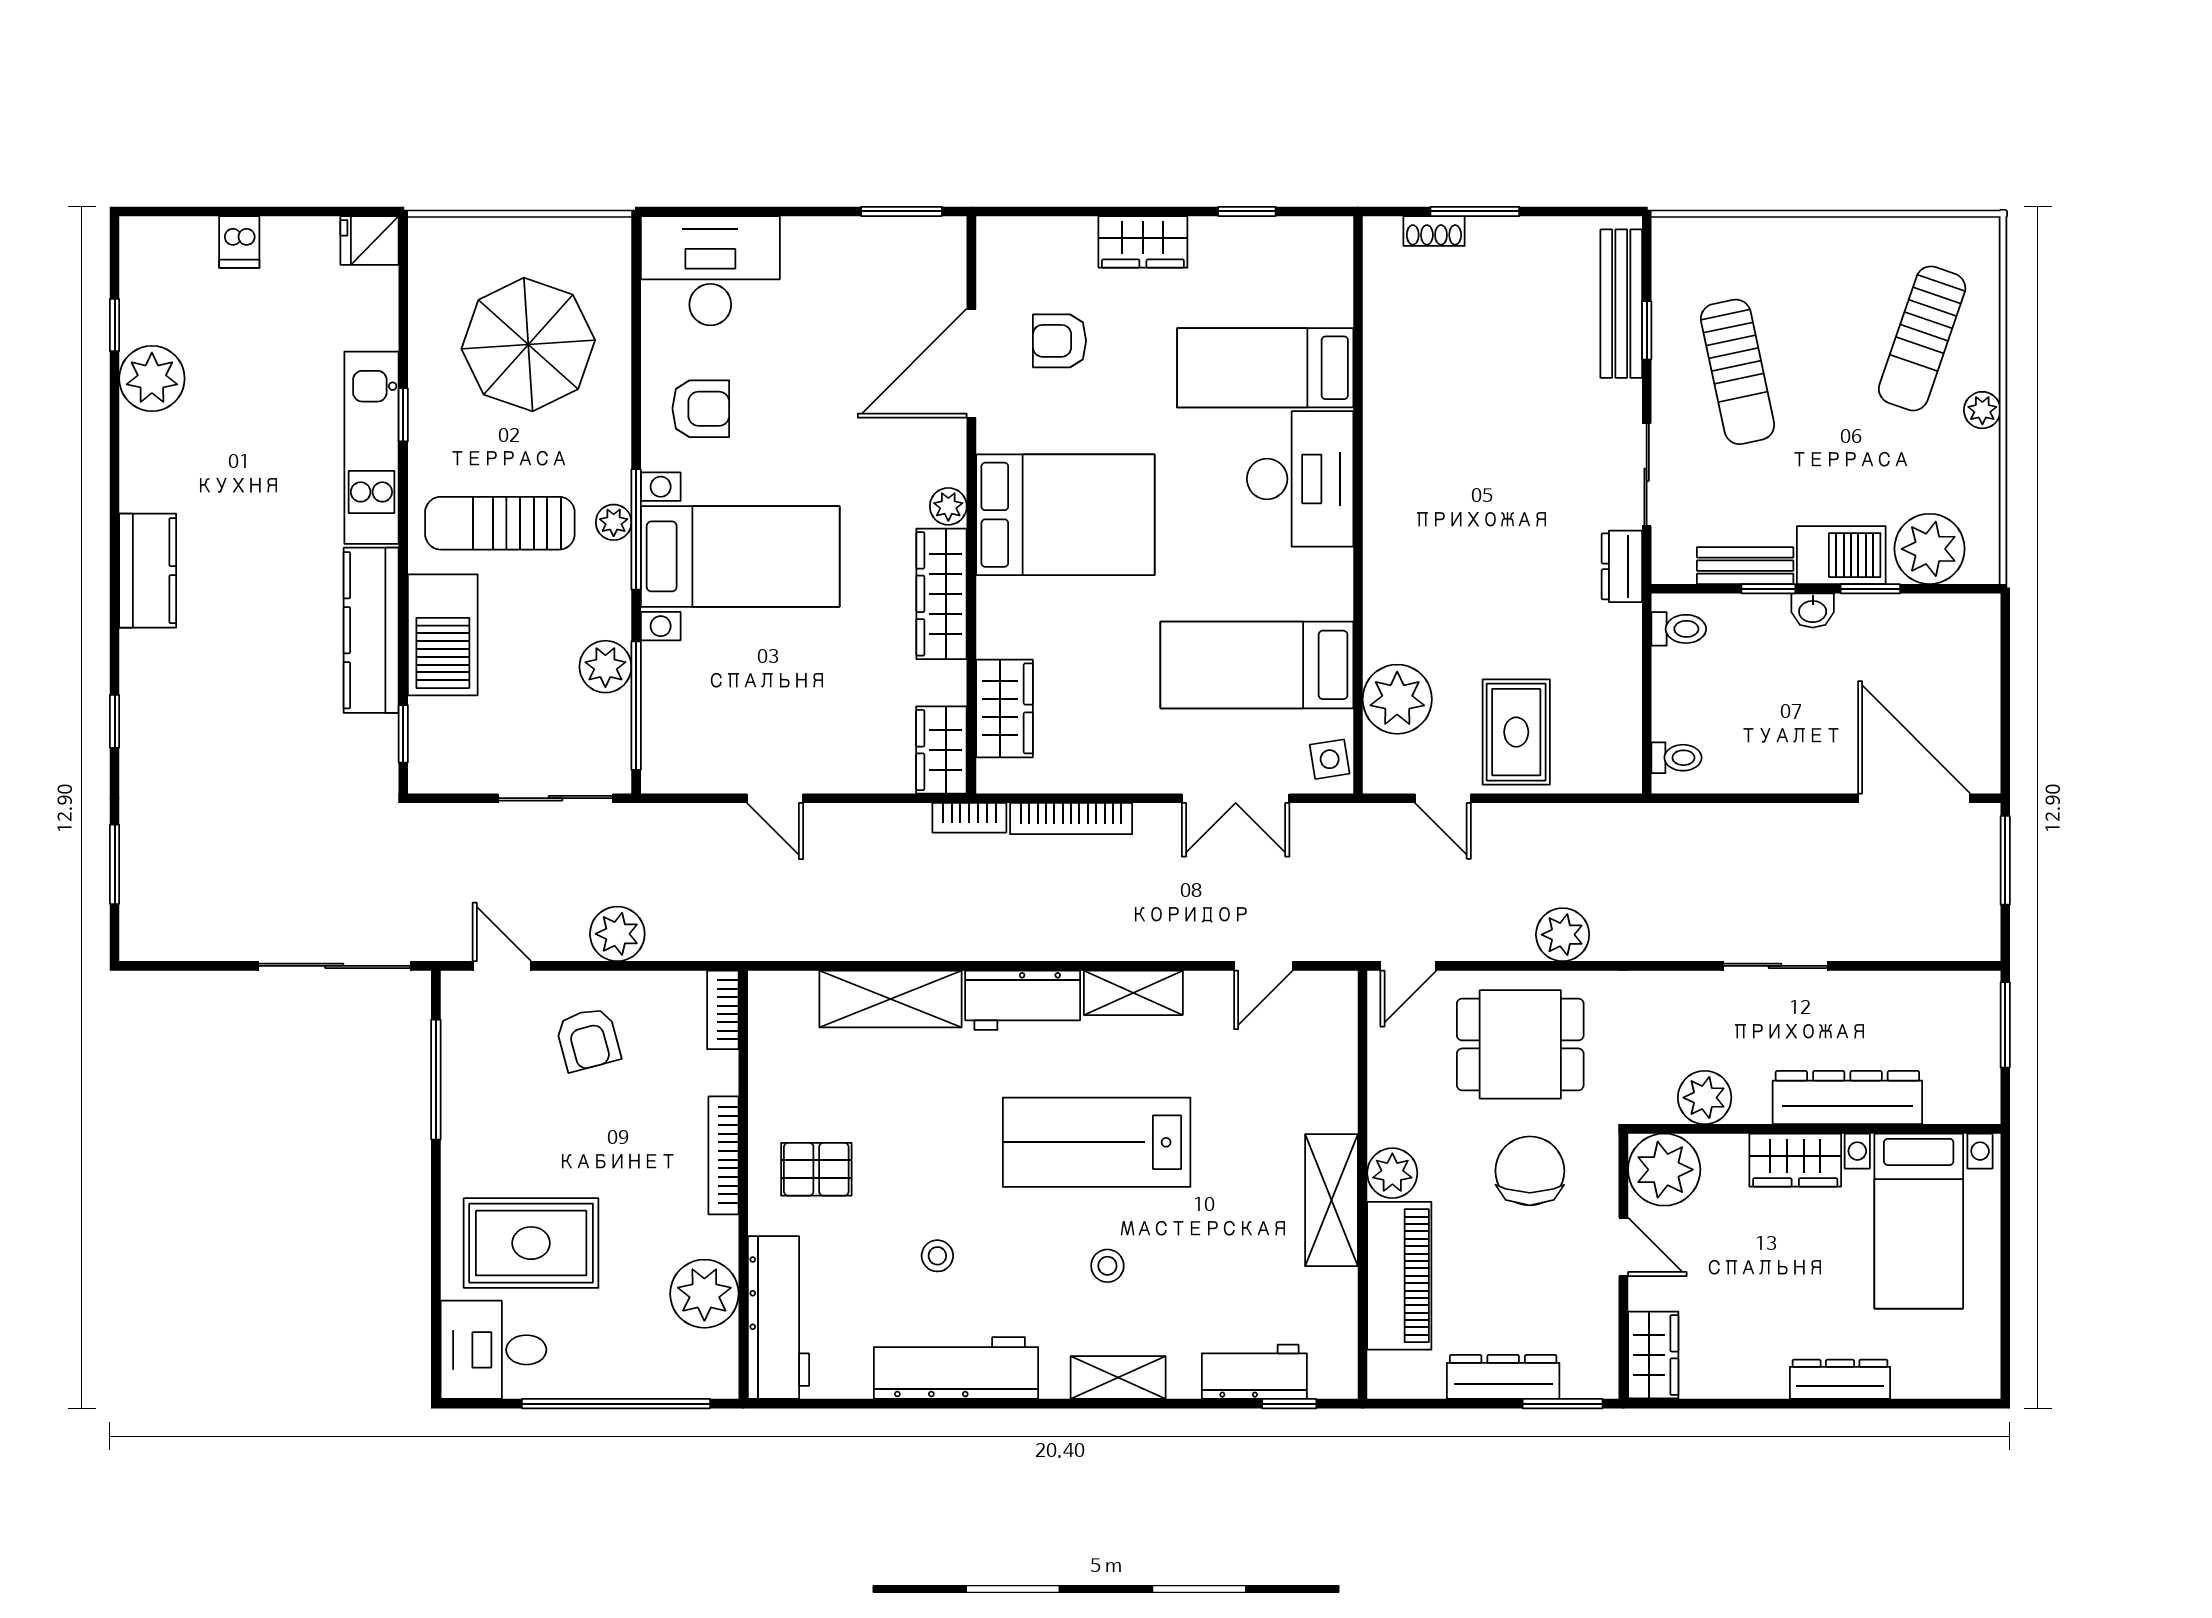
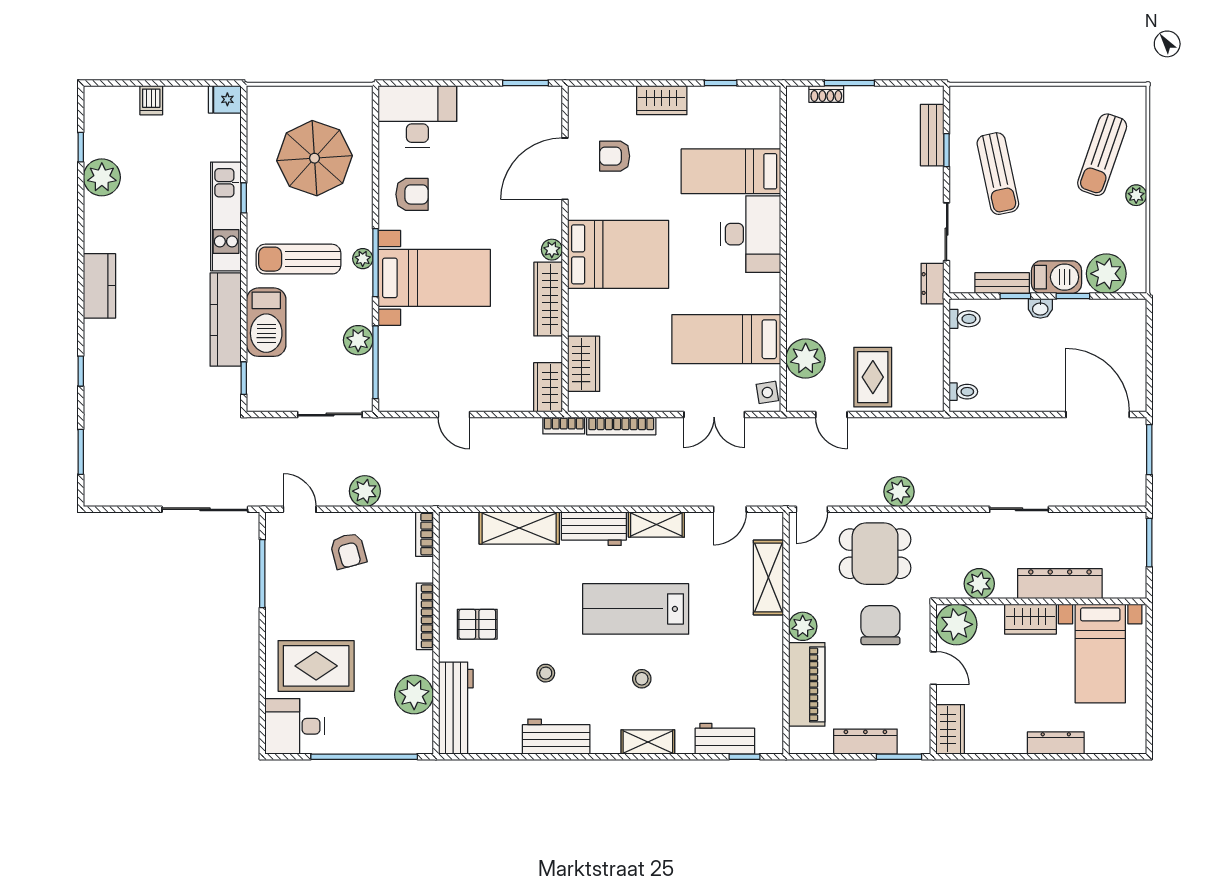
bench: (1621, 304) -> (932, 135), width x0.73
shelving: (1331, 1200) -> (768, 577), moved
workbench: (956, 1368) -> (556, 737), width x0.73

